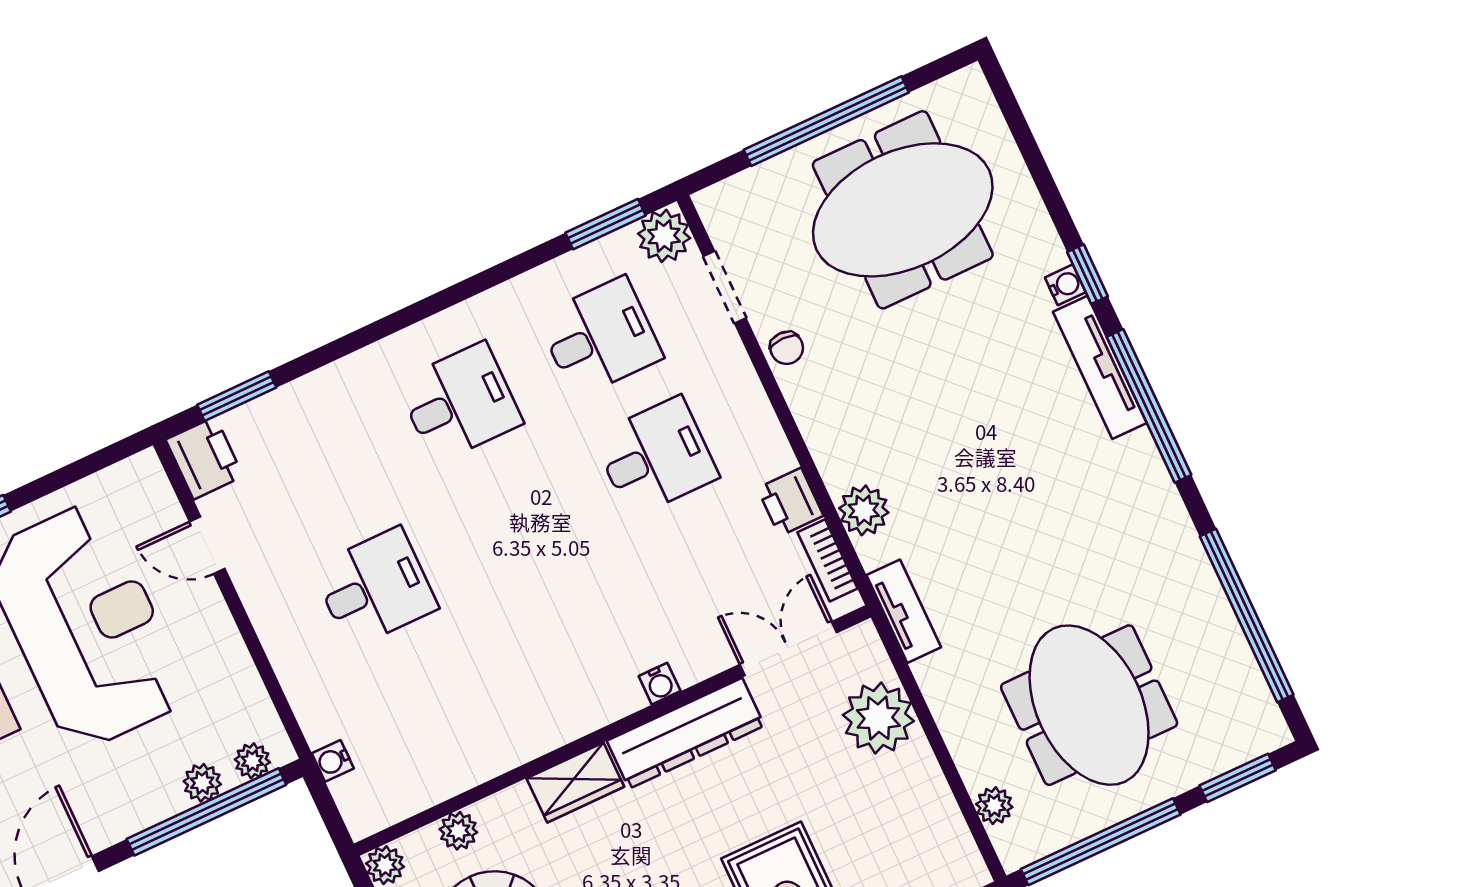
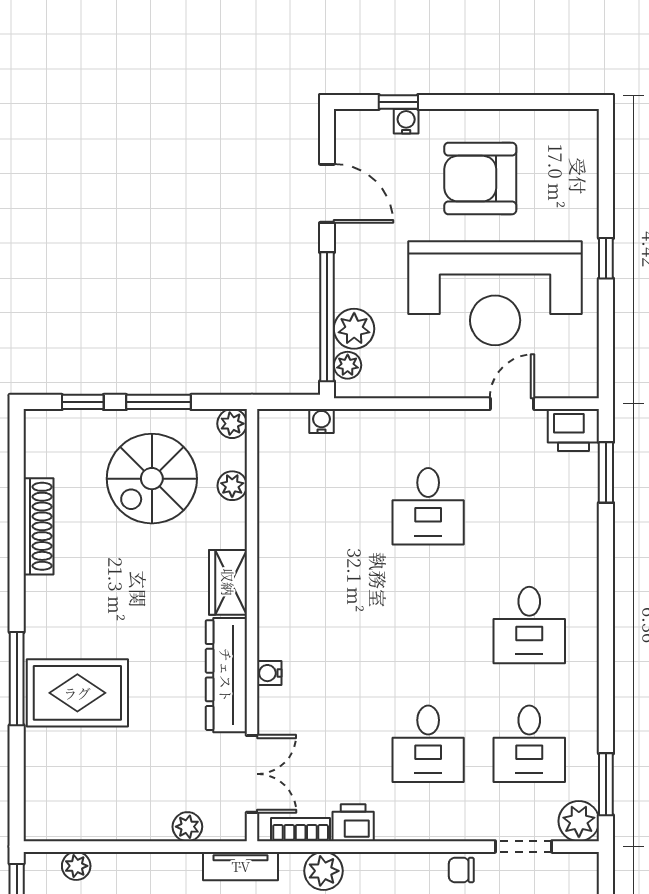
plant: (878, 718) -> (187, 827), width x0.53, depth x0.53
plant: (202, 783) -> (354, 329), width x1.38, depth x1.38

